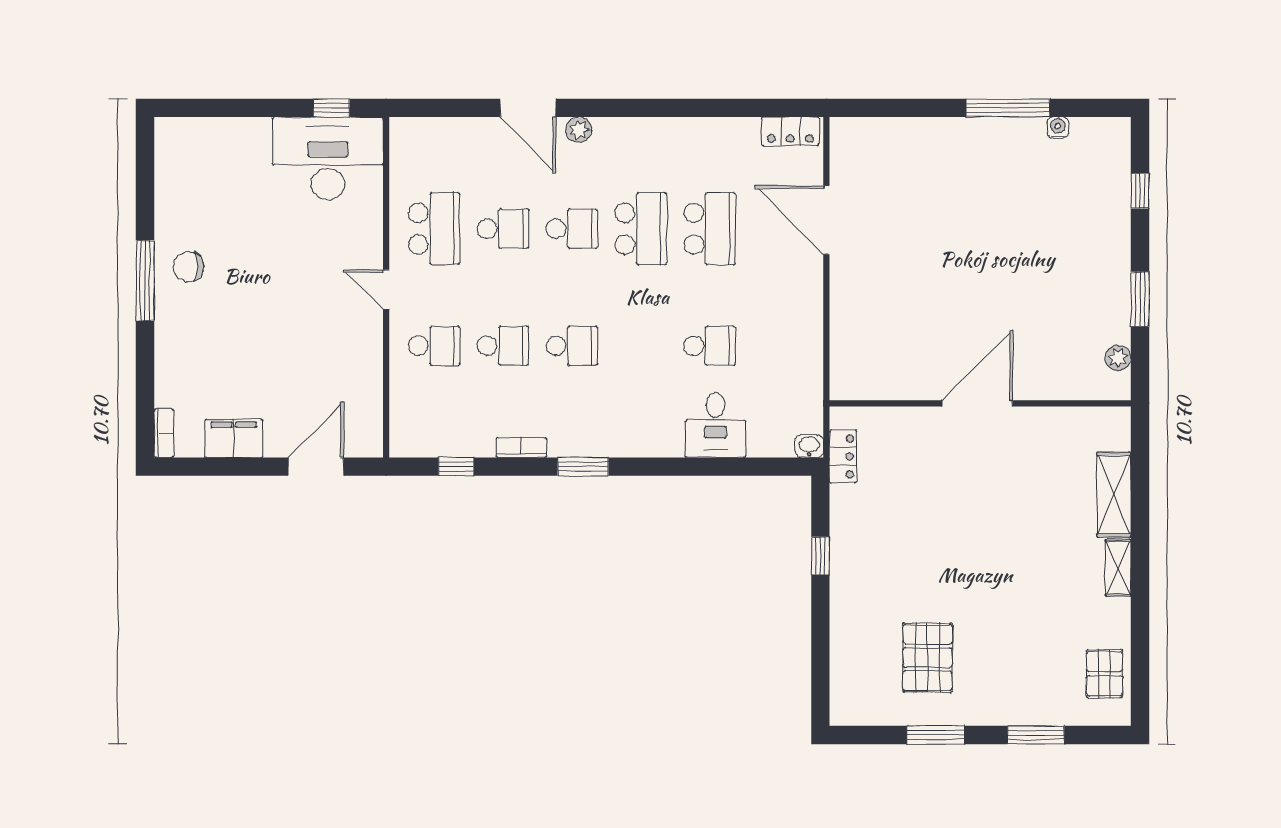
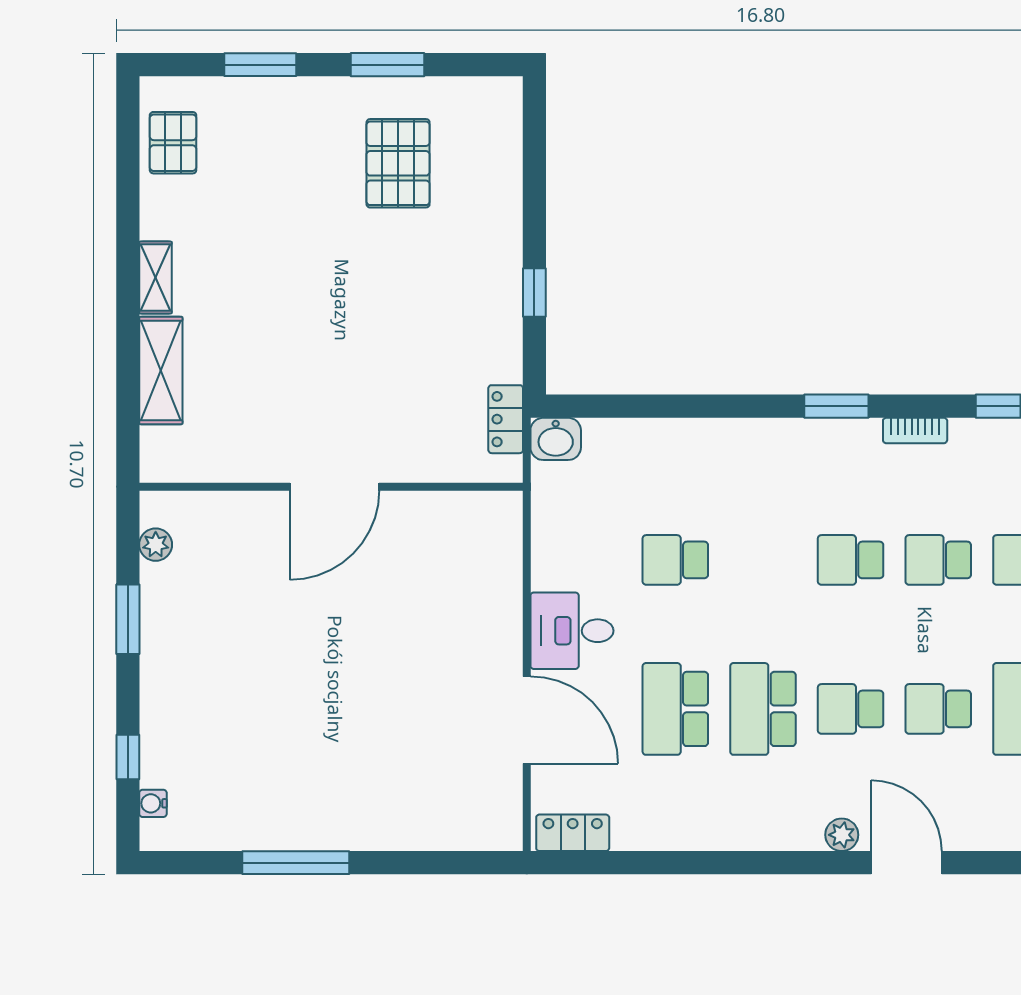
water cooler: (1058, 128) -> (153, 803), moved, turned 90
desk: (715, 425) -> (572, 631), moved, turned -90
washbasin: (809, 446) -> (556, 439), width x1.38, depth x1.45

